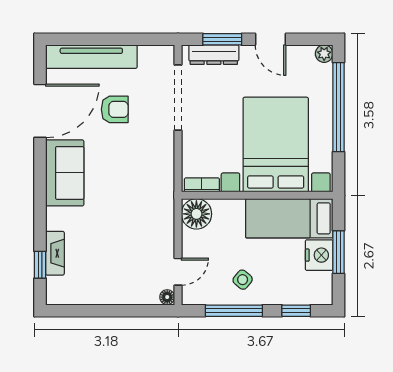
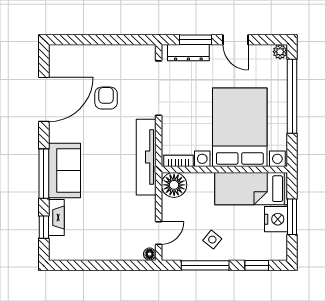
tv unit: (91, 57) -> (146, 157), moved, turned 90
armchair: (115, 109) -> (106, 98), turned -90
sofa: (65, 173) -> (64, 171), moved
window: (40, 200) -> (44, 174), added

